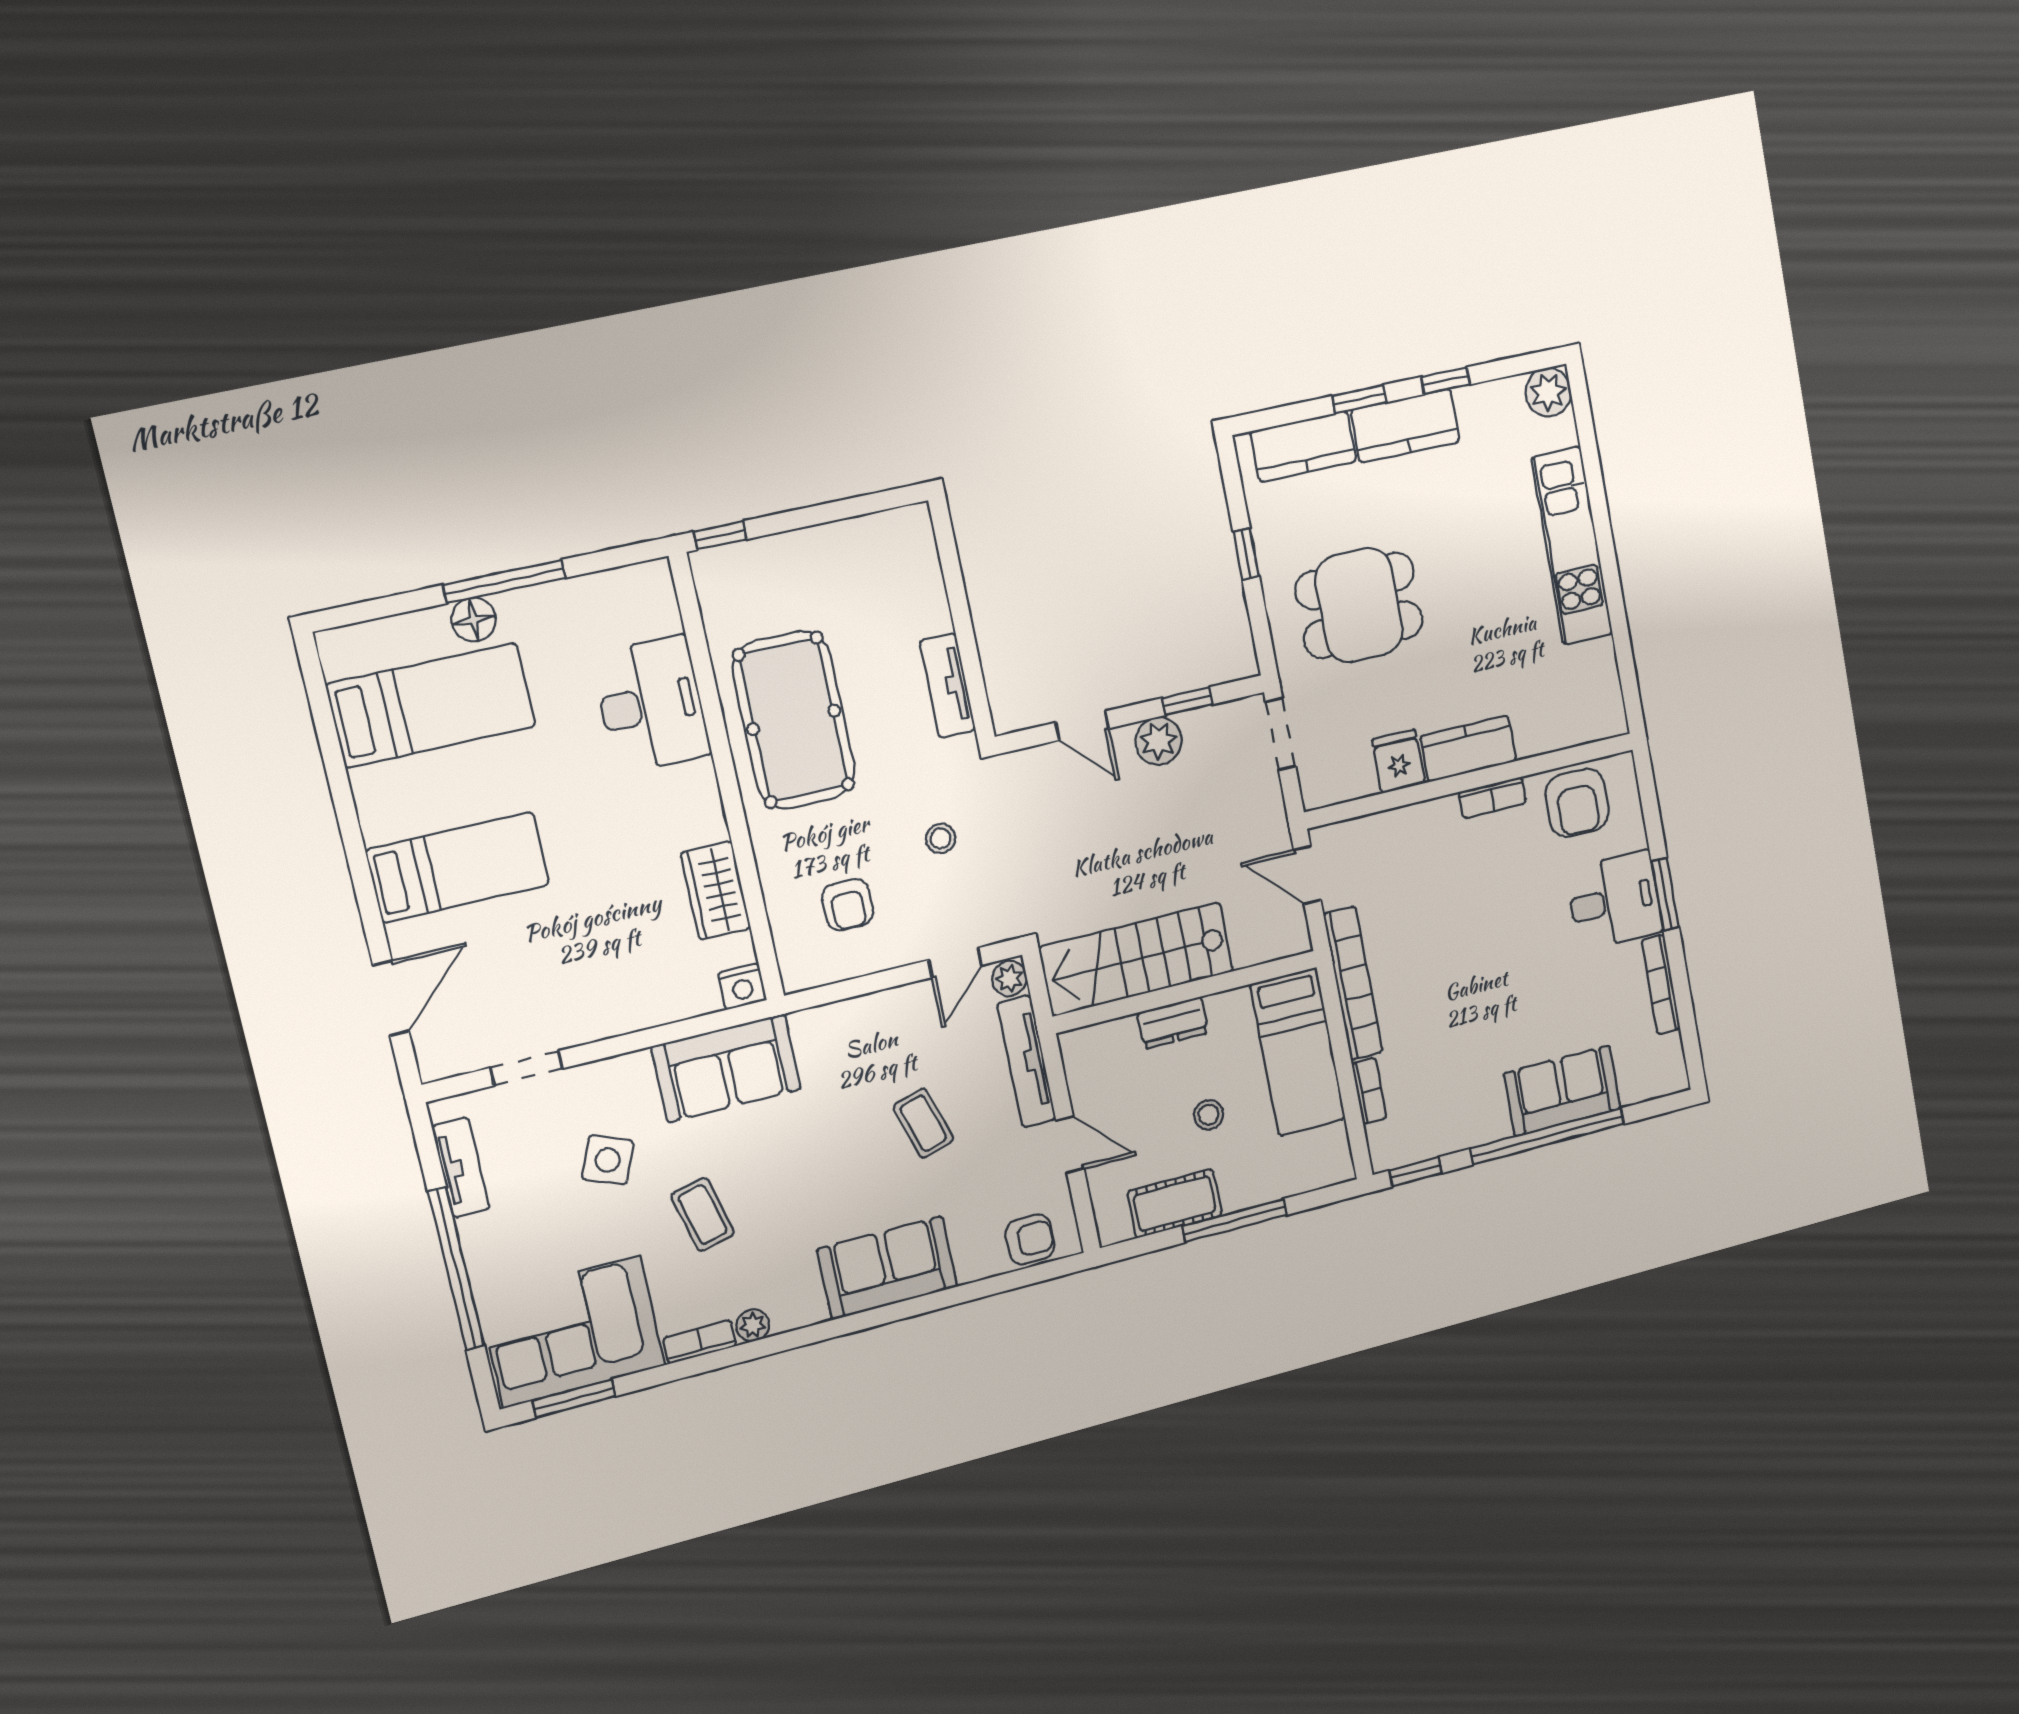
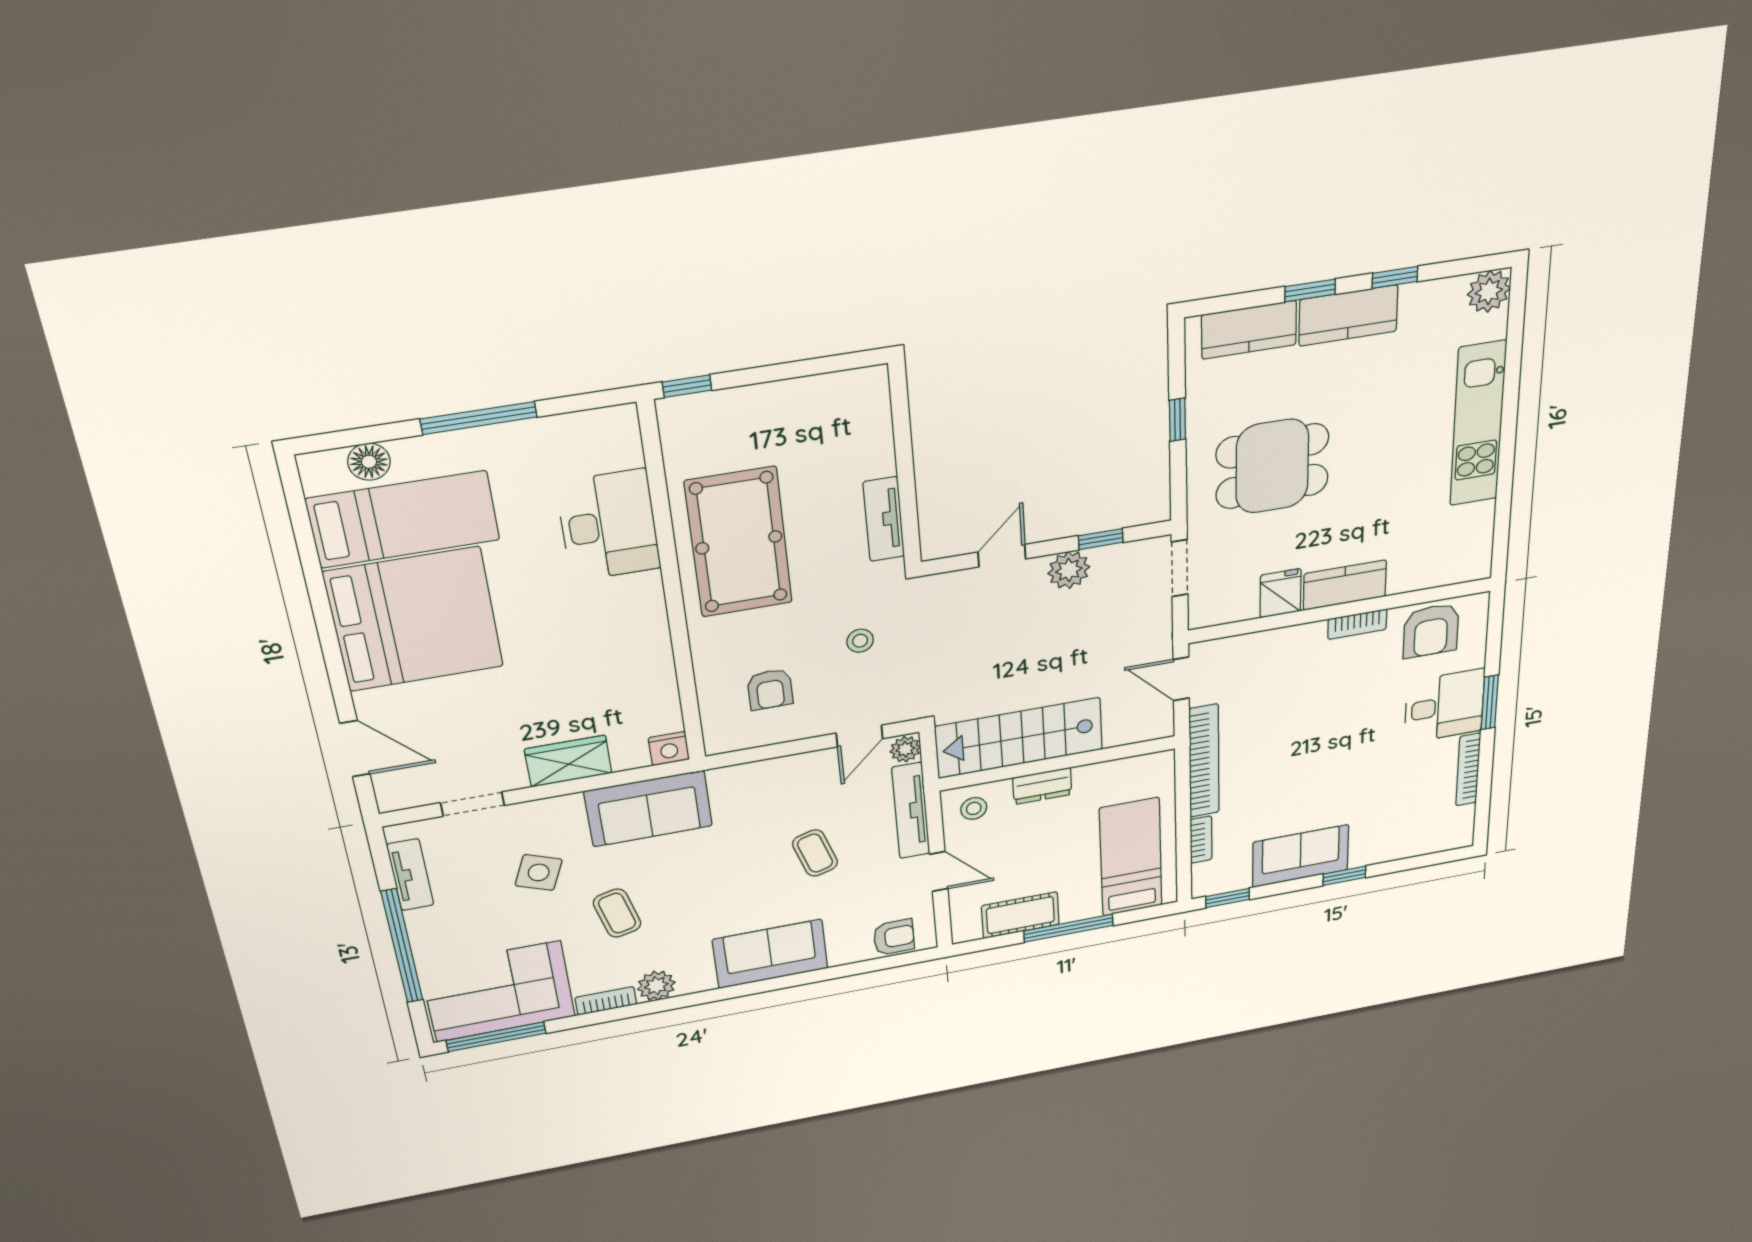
floor lamp: (474, 620) -> (369, 462), moved
door: (1082, 726) -> (1002, 556), swing flipped
bed: (458, 867) -> (414, 619), width x2.04
wardrobe: (716, 891) -> (568, 761), moved, turned 90
door: (391, 998) -> (355, 749), hinge flipped
bed: (1298, 1052) -> (1131, 857), moved, turned 180
sofa: (1562, 1091) -> (1301, 856), moved
stool: (1209, 1115) -> (974, 808), moved
window: (1548, 1136) -> (1344, 876), width x0.32
plant: (753, 1325) -> (656, 986), width x1.38, depth x1.38
window: (574, 1399) -> (496, 1037), width x1.44

